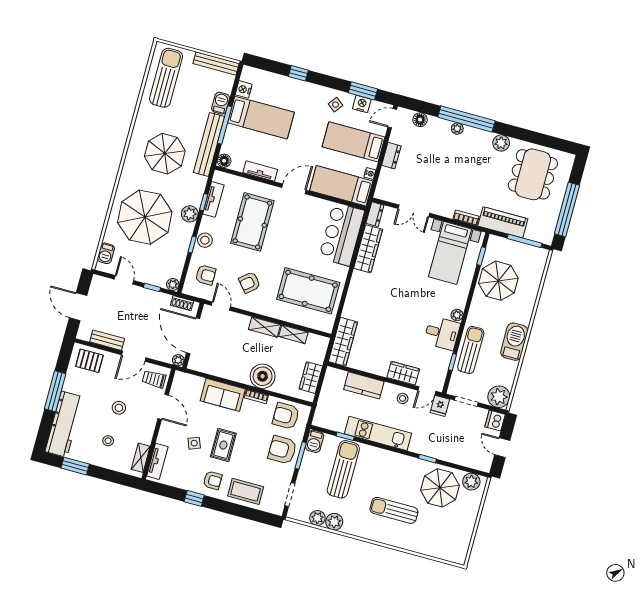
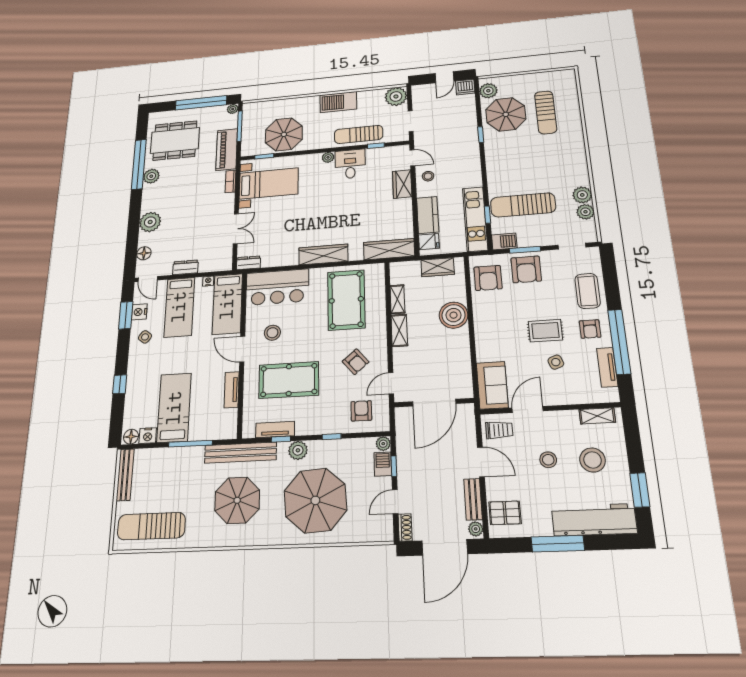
barbecue: (221, 103) -> (167, 456), removed
window: (466, 119) -> (139, 164), moved
plant: (457, 129) -> (150, 222), width x1.88, depth x1.88
bench: (209, 145) -> (240, 453), moved
floor lamp: (224, 161) -> (131, 437), moved
plant: (547, 239) -> (233, 109), added
stool: (205, 240) -> (272, 333), moved
wardrobe: (368, 249) -> (323, 254), moved
barbecue: (106, 253) -> (383, 464), moved, turned -90
shoe rack: (182, 303) -> (405, 527), moved
door: (78, 307) -> (445, 547), width x1.36
plant: (178, 360) -> (476, 529), moved
pallet: (89, 361) -> (505, 513), turned 90
trolley: (154, 379) -> (499, 430), turned -90
sofa: (223, 395) -> (492, 385), moved
bookcase: (256, 396) -> (478, 314), removed
fridge: (440, 406) -> (429, 242), moved
dishwasher: (495, 421) -> (465, 87), moved
kitchen unit: (378, 434) -> (475, 219), moved
stool: (108, 441) -> (593, 460), width x1.89, depth x1.89
tv unit: (157, 461) -> (607, 367), moved, turned -90
armchair: (213, 480) -> (590, 329), turned 180
window: (194, 498) -> (619, 342), width x3.17
sun lounger: (394, 510) -> (546, 112), moved

